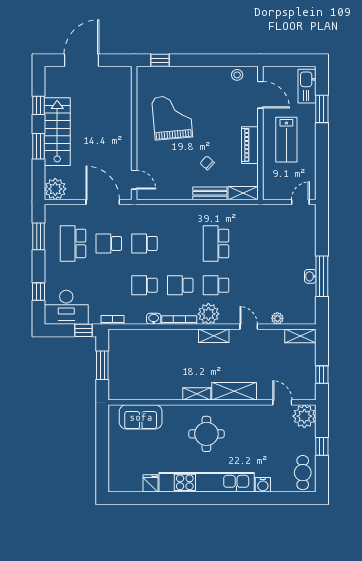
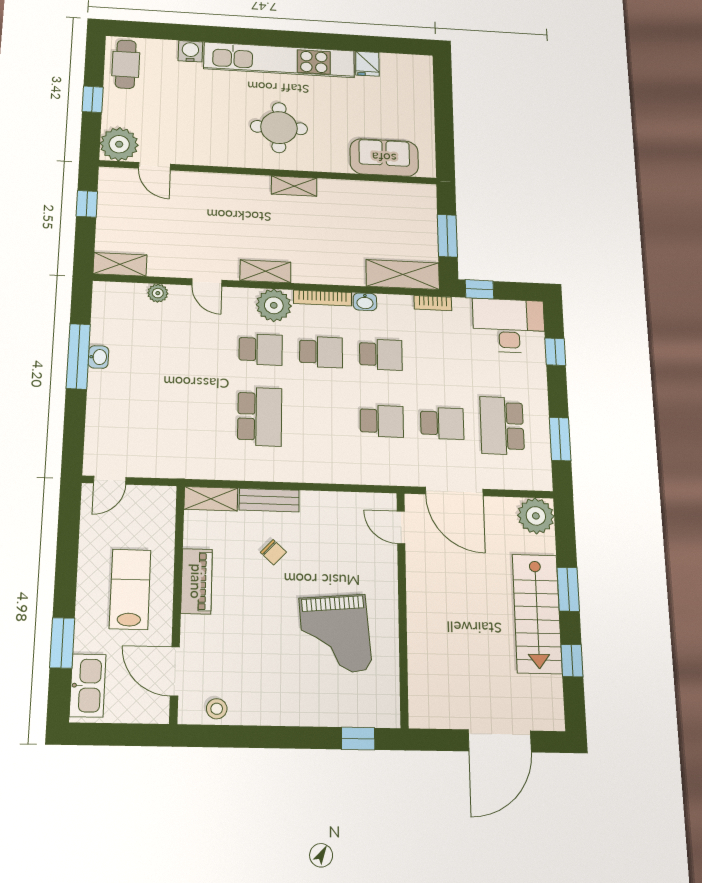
school desk: (73, 243) -> (502, 426), turned 180
shelving: (234, 391) -> (403, 275), moved

